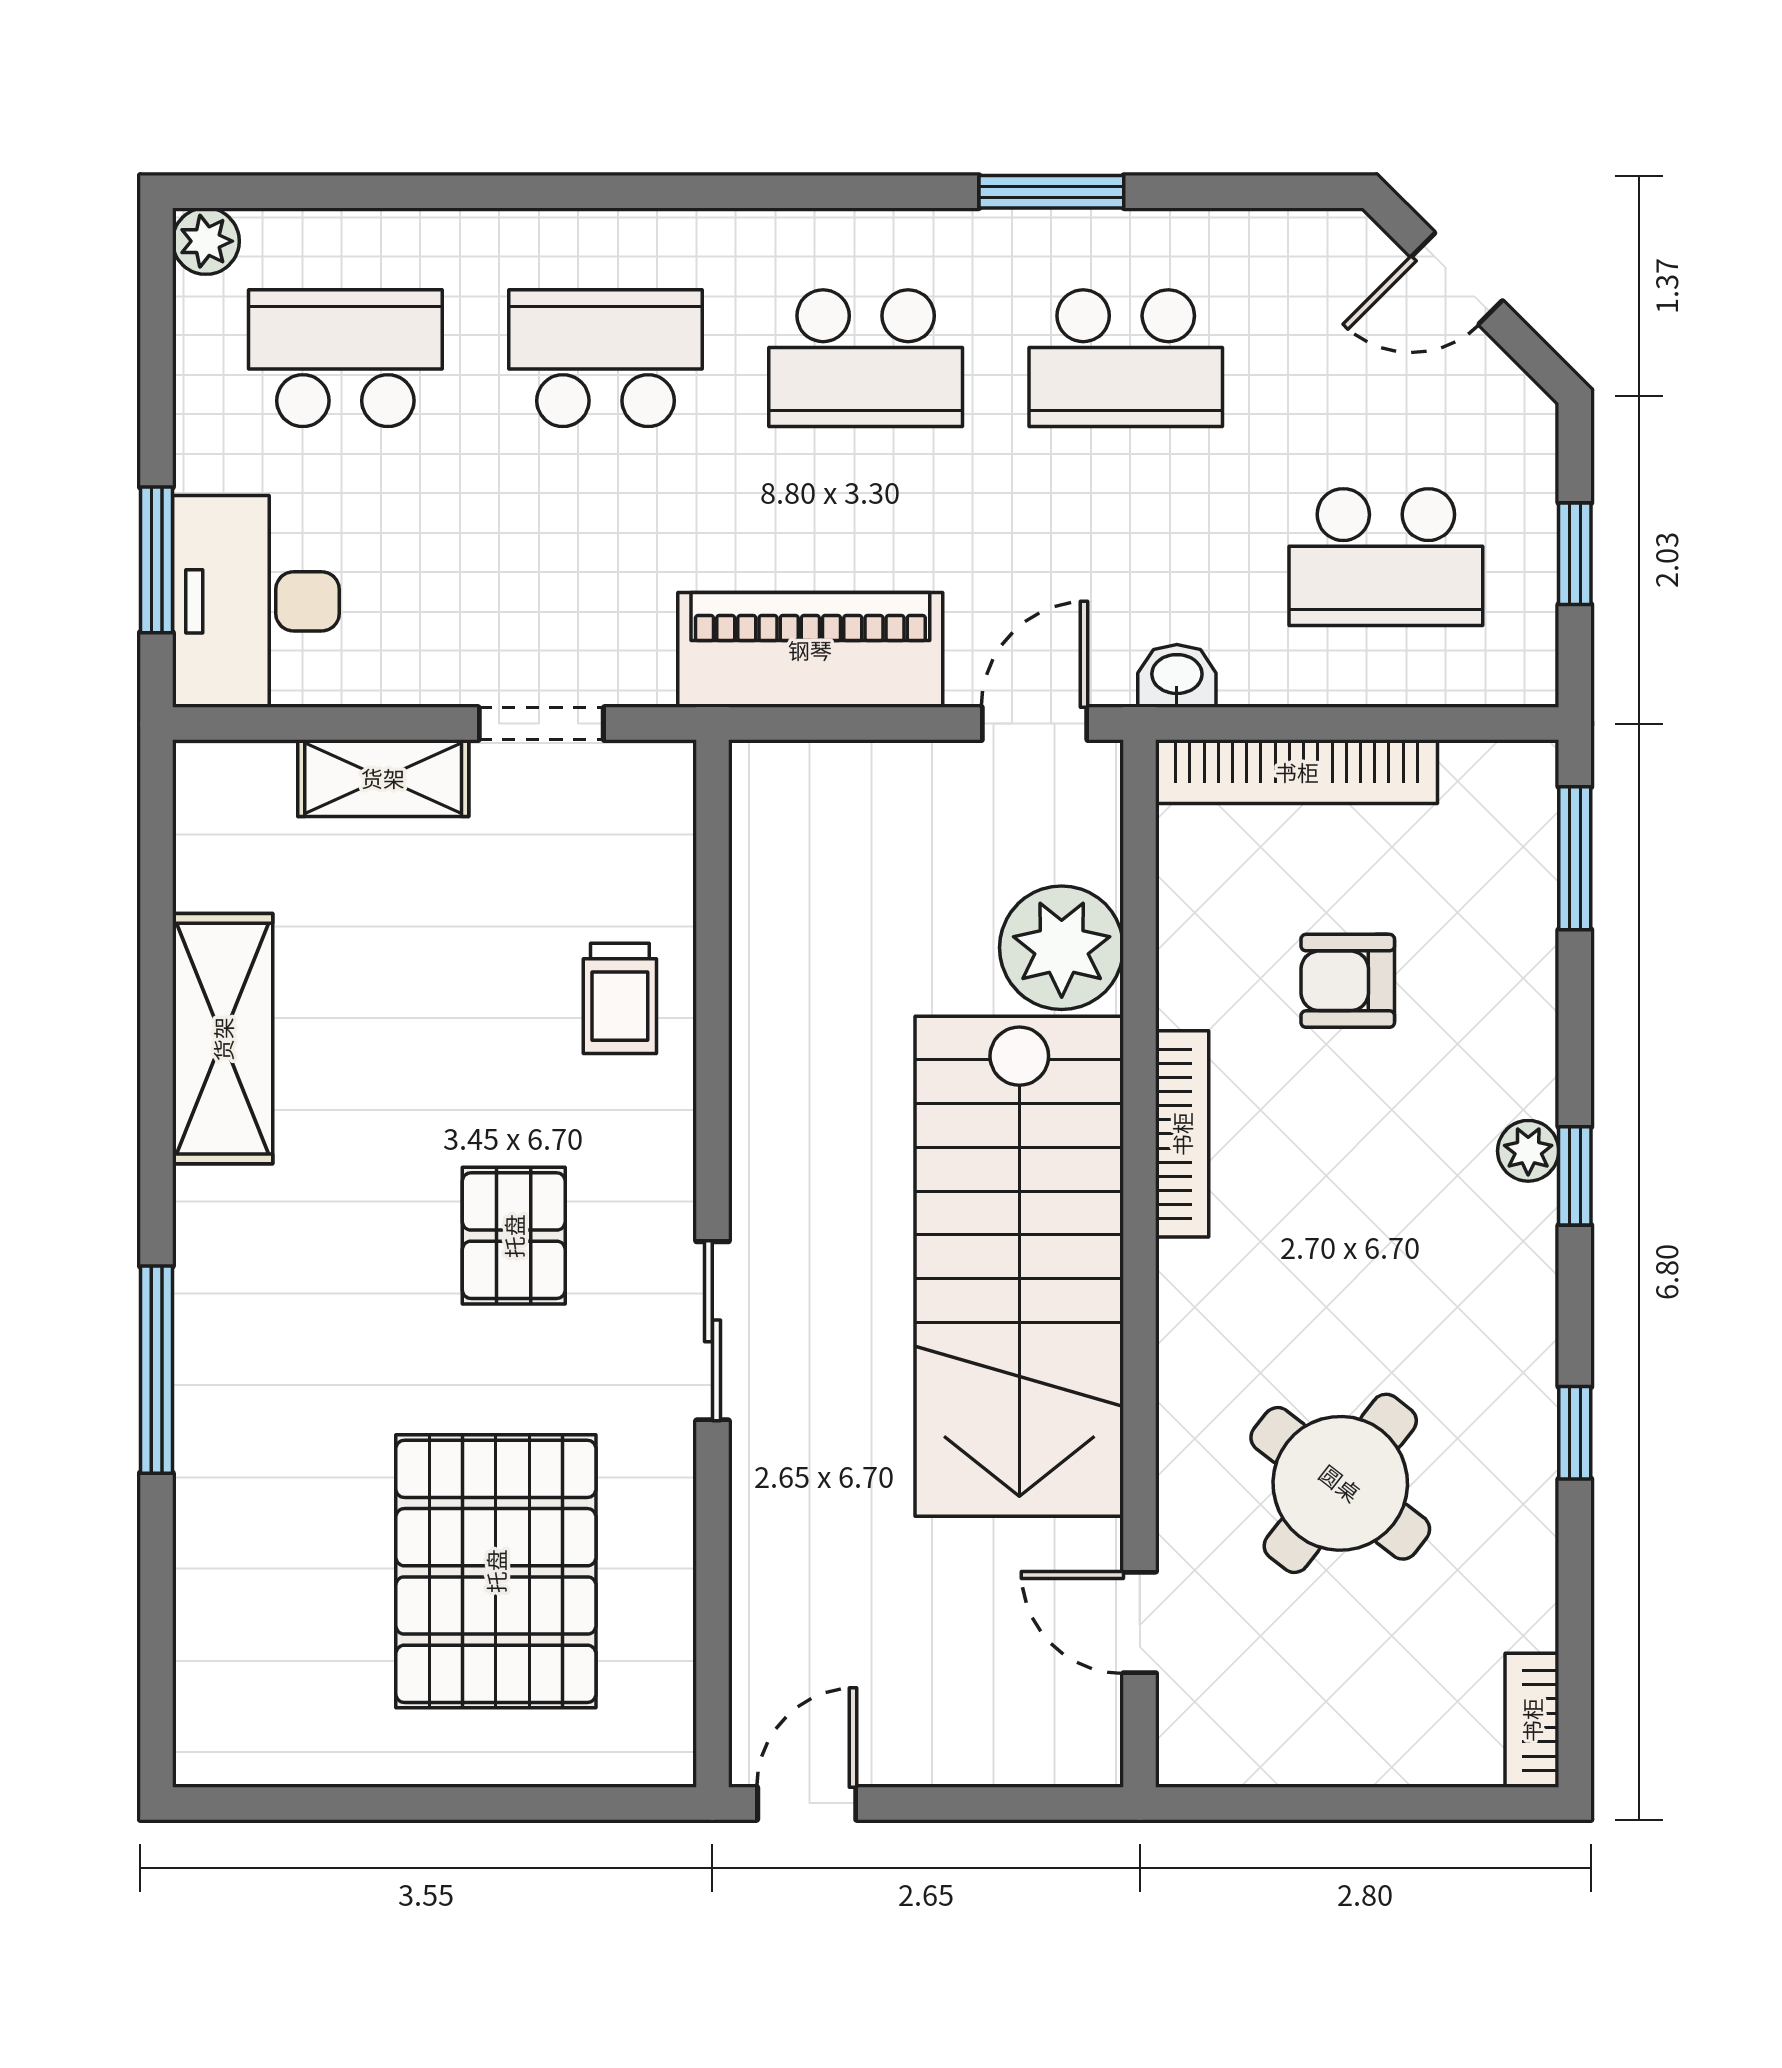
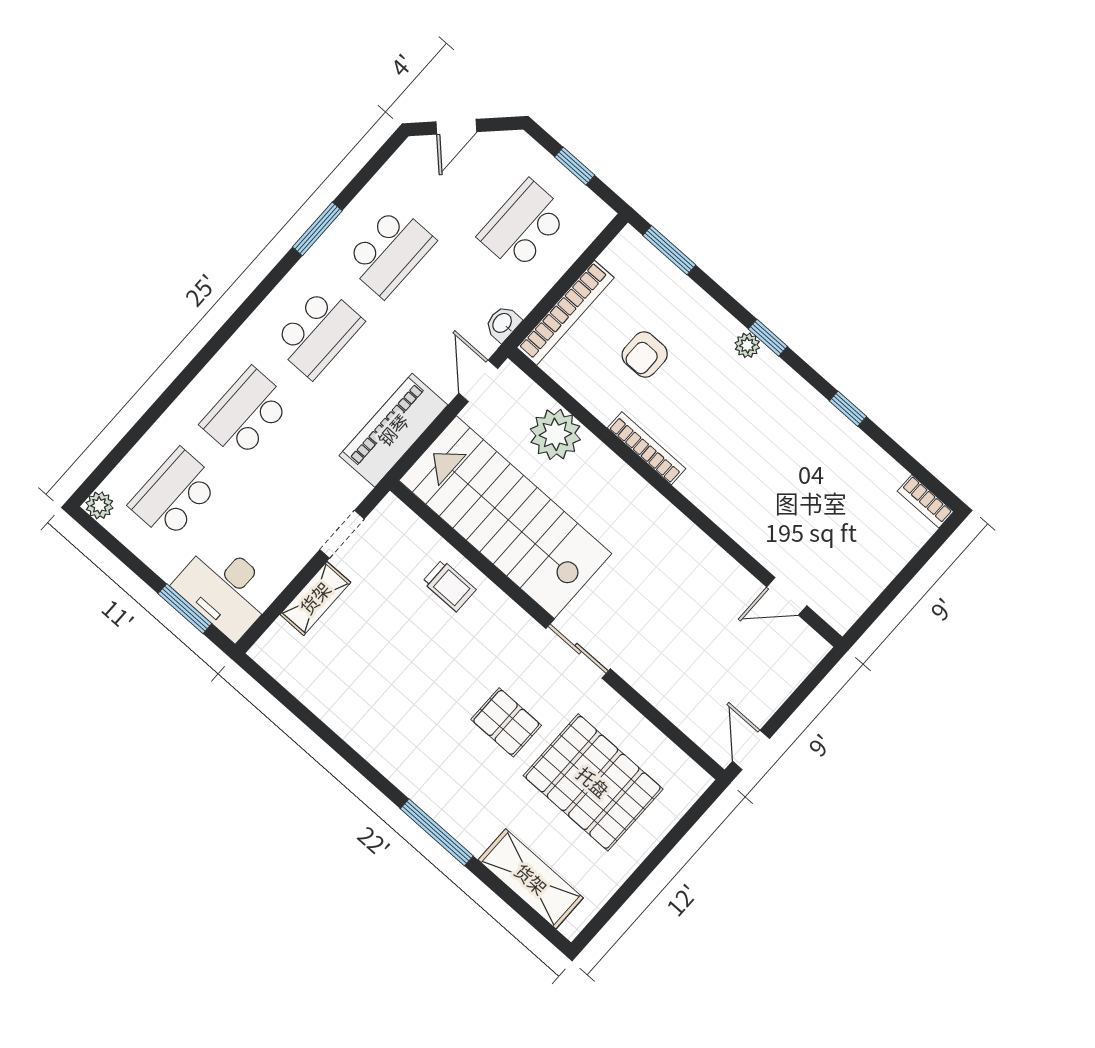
school desk: (1386, 557) -> (523, 226), turned 180
shelving: (223, 1039) -> (531, 879), moved
pallet: (514, 1236) -> (506, 722), moved
stairs: (1019, 1266) -> (505, 517), moved, turned 180
round table: (1340, 1483) -> (799, 496), removed

